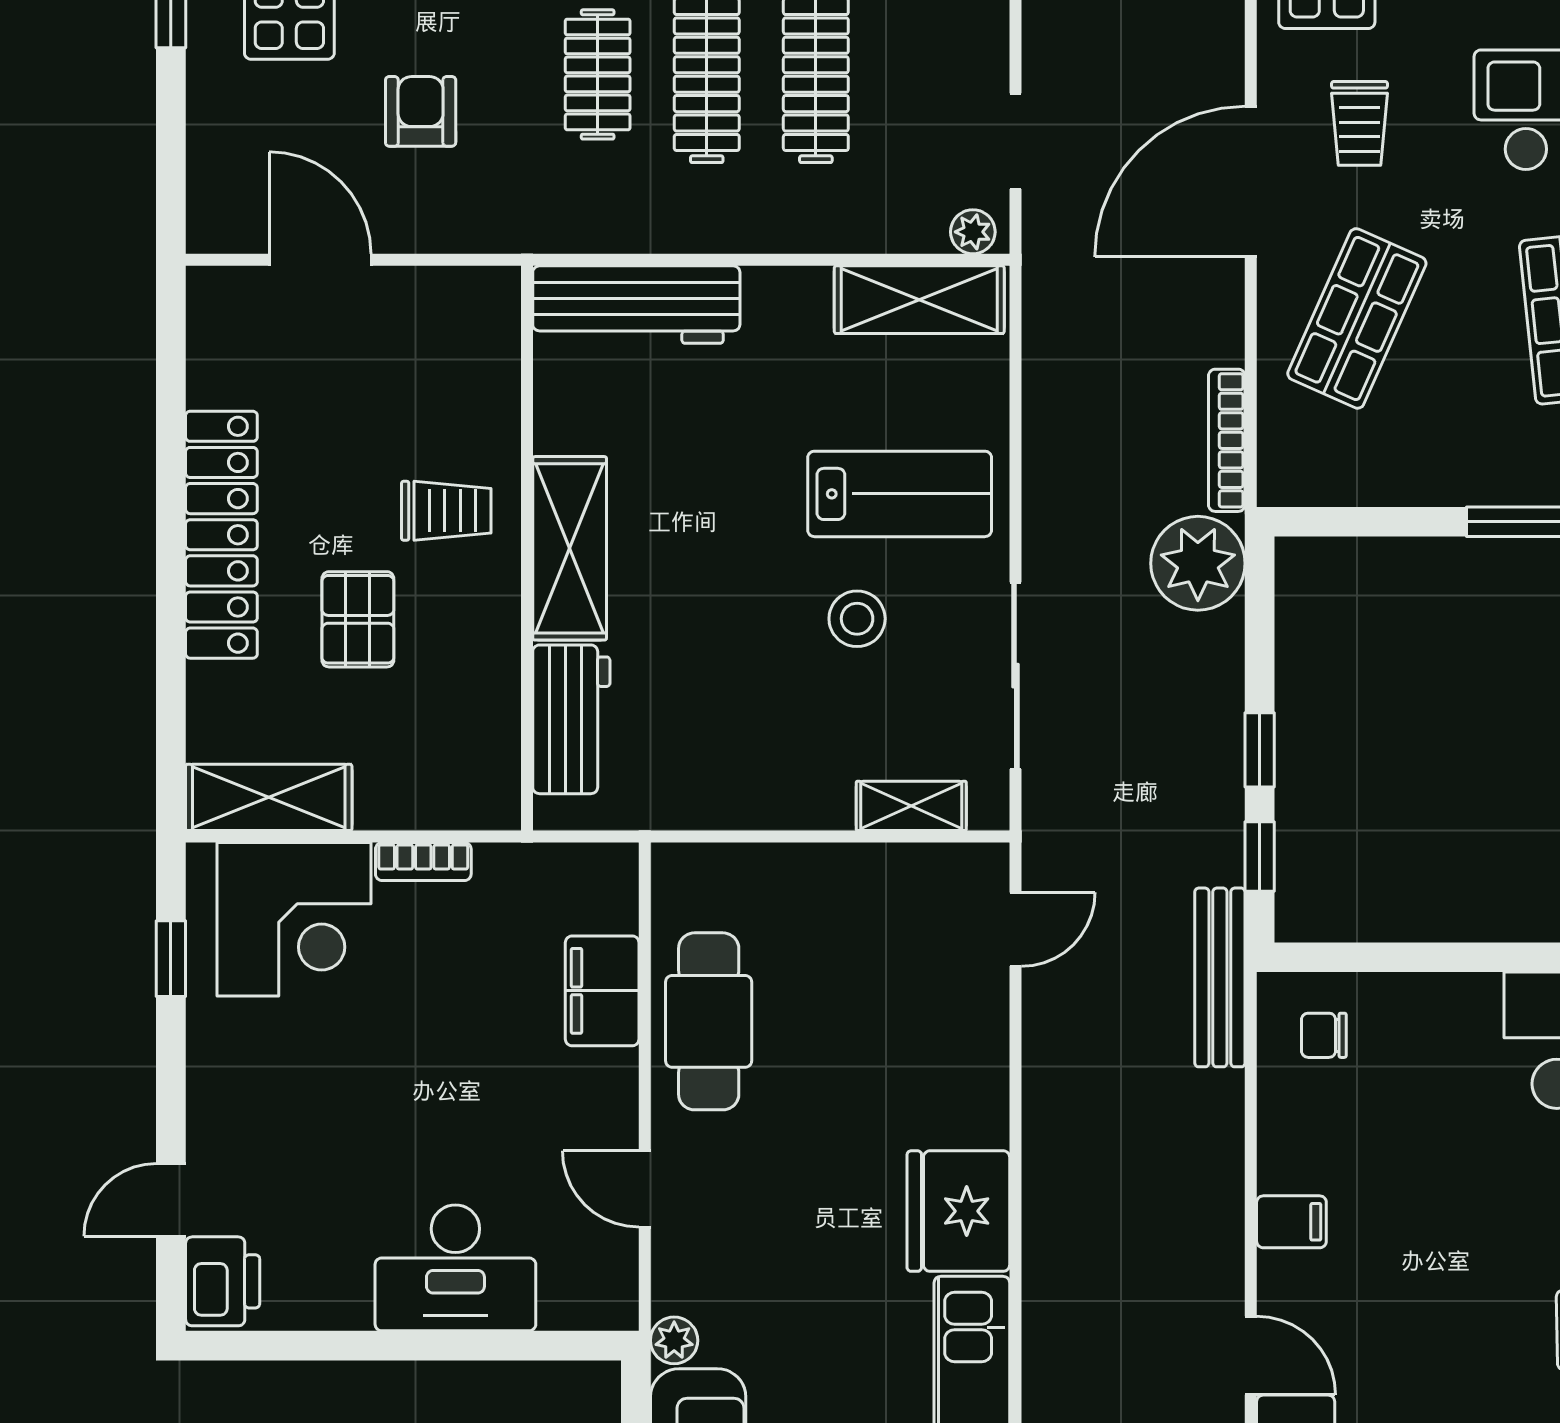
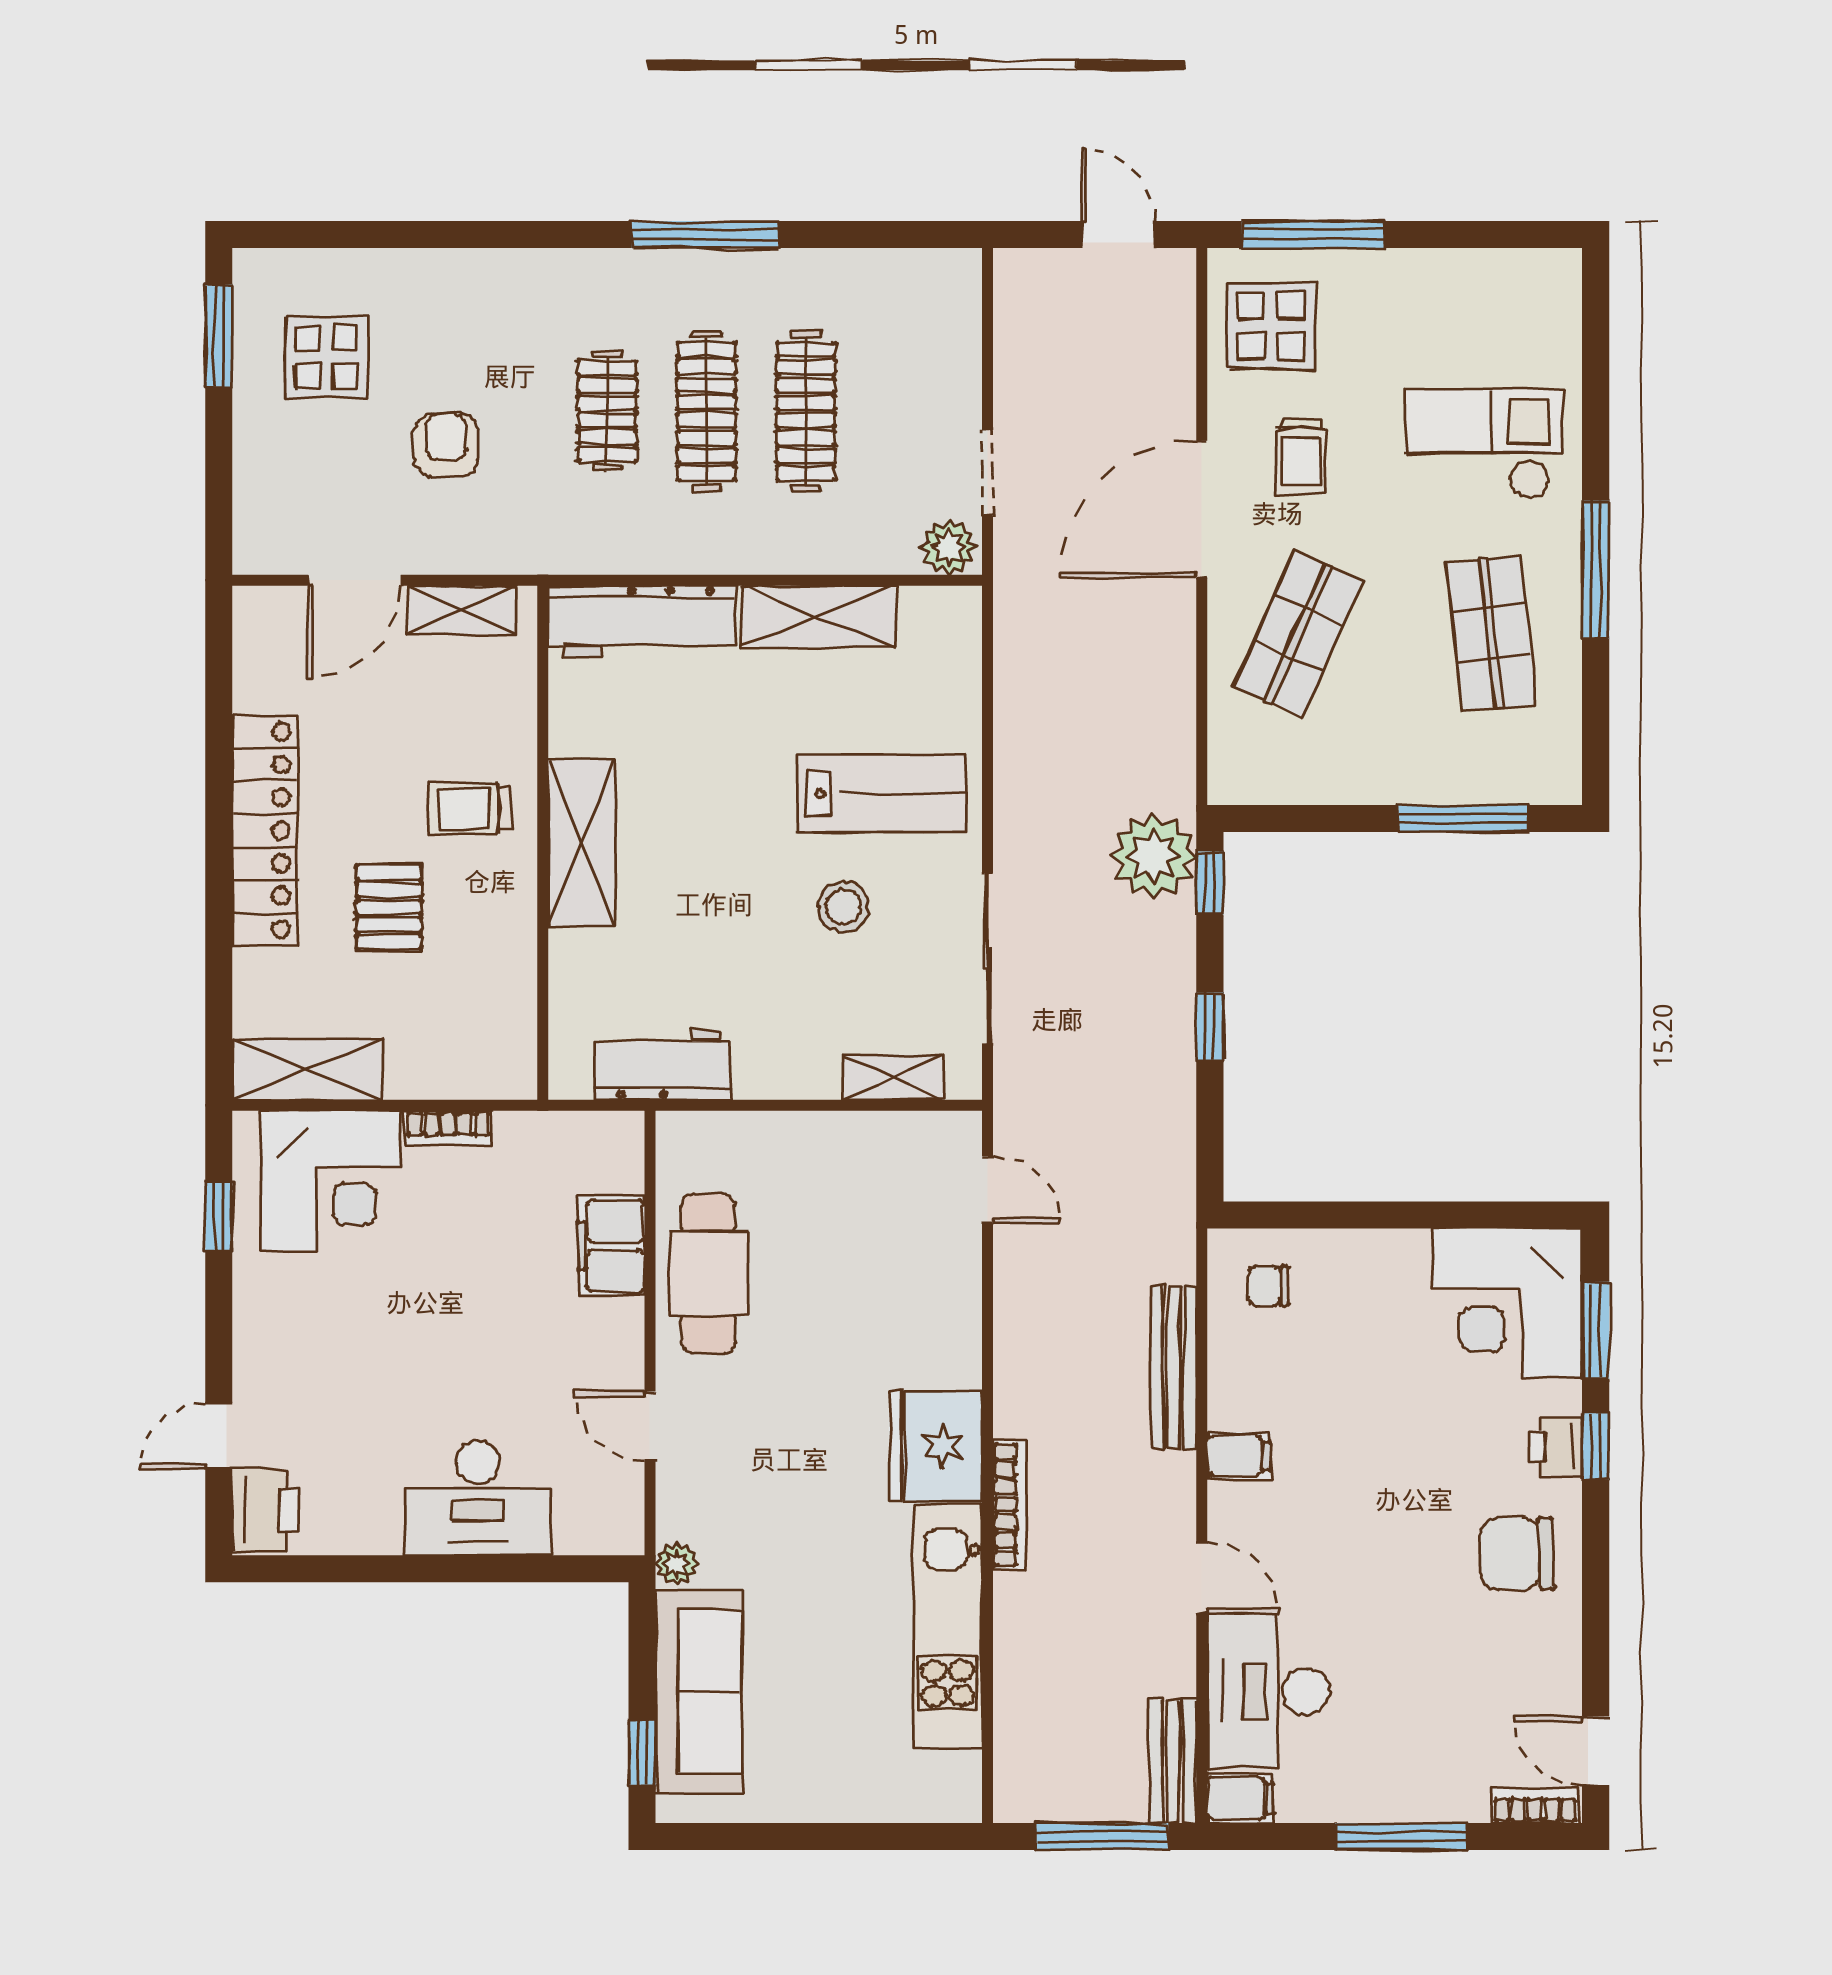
plant: (973, 232) -> (949, 547), width x1.38, depth x1.38
door: (320, 260) -> (354, 580), swing flipped
shelving: (438, 292) -> (462, 610), added
shelving: (919, 300) -> (818, 616), moved
bookcase: (1227, 440) -> (1009, 1505), moved, turned 180
trolley: (446, 511) -> (469, 809), turned 180
workbench: (571, 719) -> (662, 1065), moved, turned -90
window: (1260, 857) -> (1210, 883), moved
door: (1015, 929) -> (988, 1190), hinge flipped
bench: (1220, 977) -> (1174, 1368), moved

